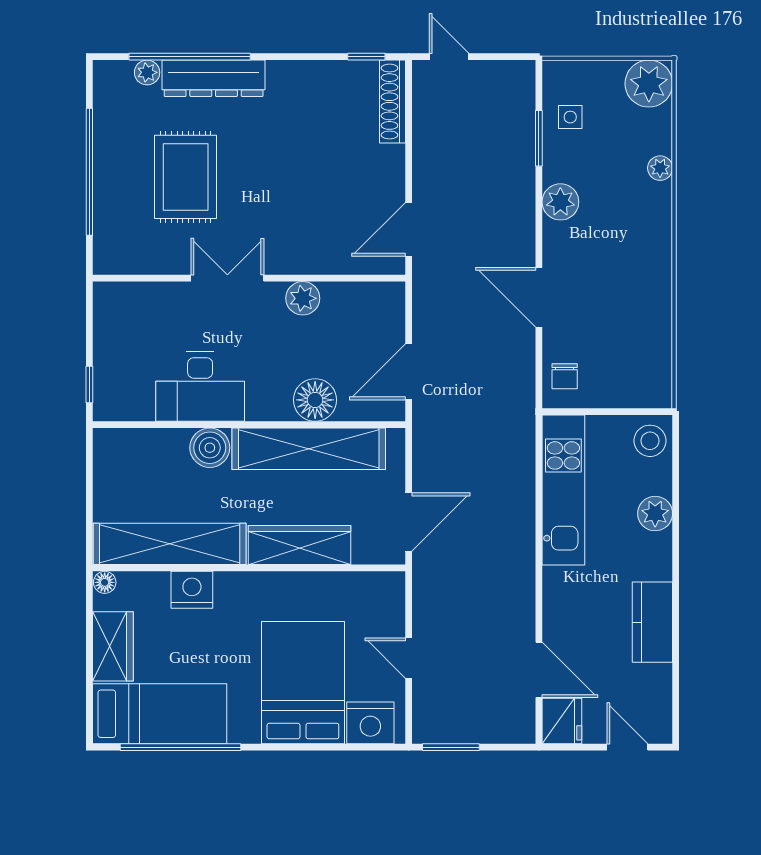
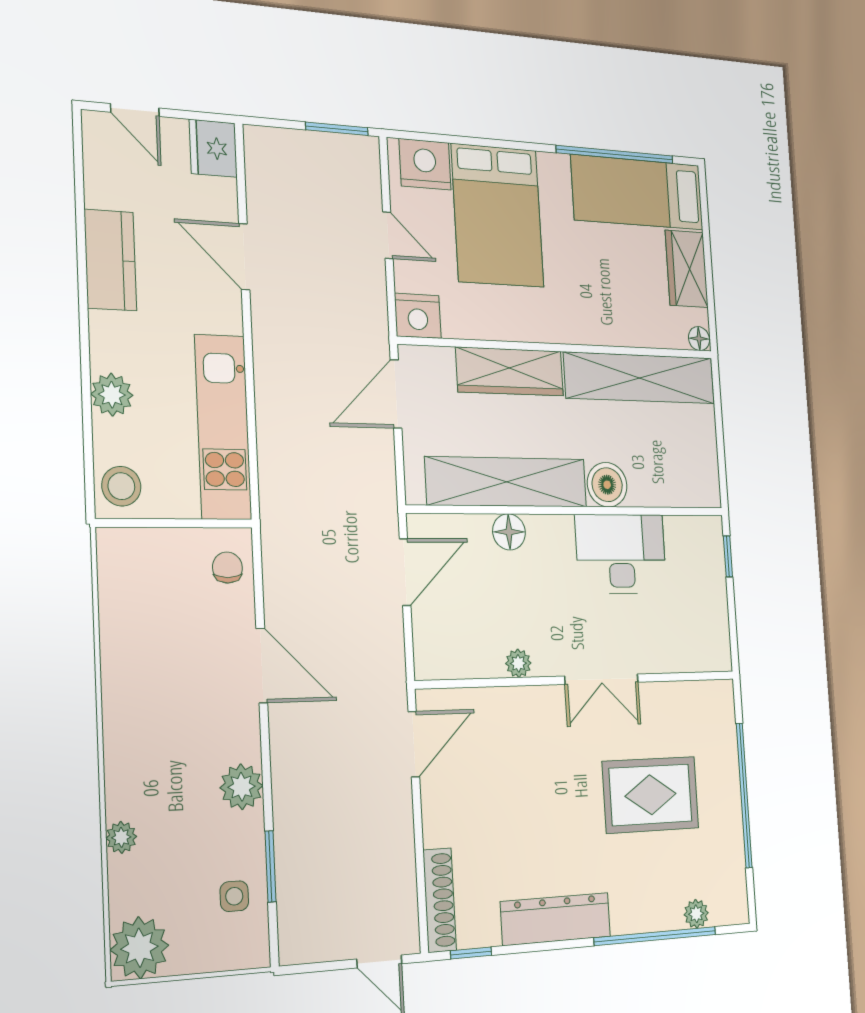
dresser: (214, 78) -> (556, 919), moved
rug: (186, 177) -> (651, 795), turned 90
plant: (303, 298) -> (518, 663), width x0.73, depth x0.73
floor lamp: (315, 400) -> (509, 532), width x0.73, depth x0.73
nightstand: (192, 590) -> (418, 316), moved
door: (539, 670) -> (244, 257), moved

